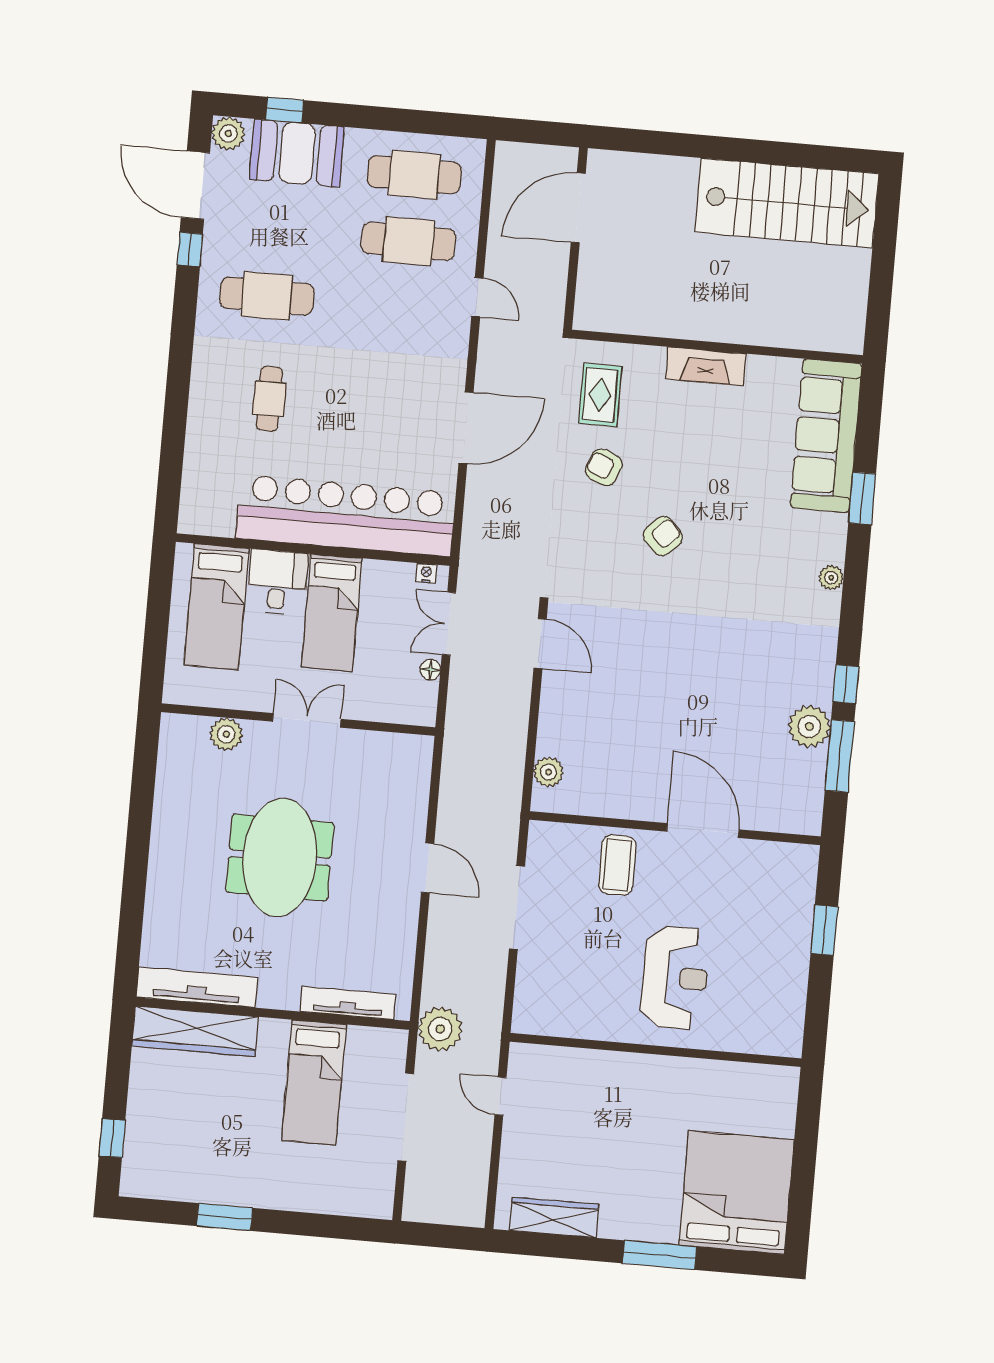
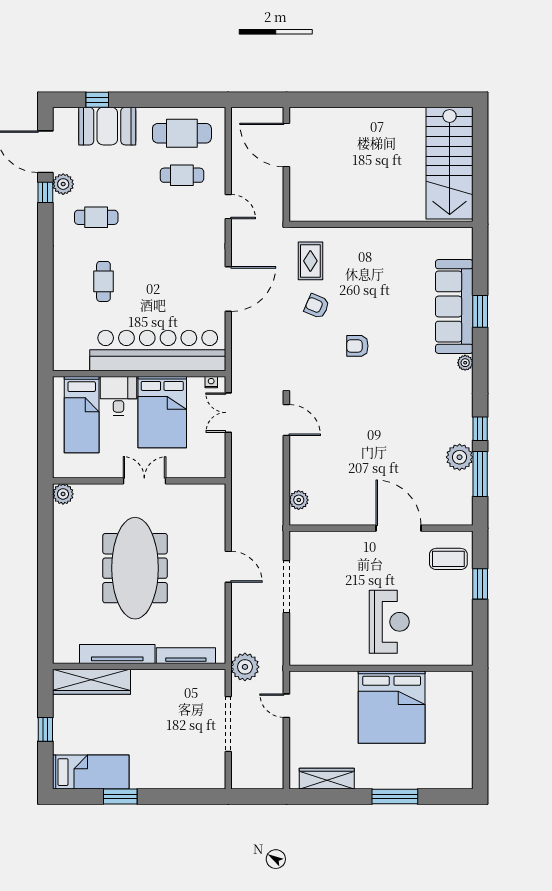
plant: (228, 133) -> (63, 184), moved
stairs: (787, 203) -> (450, 163), moved, turned 90
door: (578, 208) -> (286, 145), hinge flipped
cafe table: (408, 241) -> (182, 175), width x0.73, depth x0.74
cafe table: (267, 296) -> (96, 217), width x0.73, depth x0.74
fireplace: (706, 366) -> (375, 237), removed
sofa: (826, 436) -> (454, 306), moved
armchair: (663, 536) -> (357, 346), turned -136
bed: (332, 613) -> (162, 412), width x1.50
floor lamp: (430, 670) -> (219, 442), removed
plant: (226, 734) -> (63, 494), moved
meeting table: (280, 857) -> (135, 568), width x1.36
coffee table: (617, 865) -> (448, 559), moved, turned 90
tv unit: (197, 987) -> (117, 654), moved
bed: (314, 1082) -> (91, 772), moved, turned -90
window: (112, 1138) -> (45, 729), moved
bed: (737, 1192) -> (392, 707), moved, turned 180

